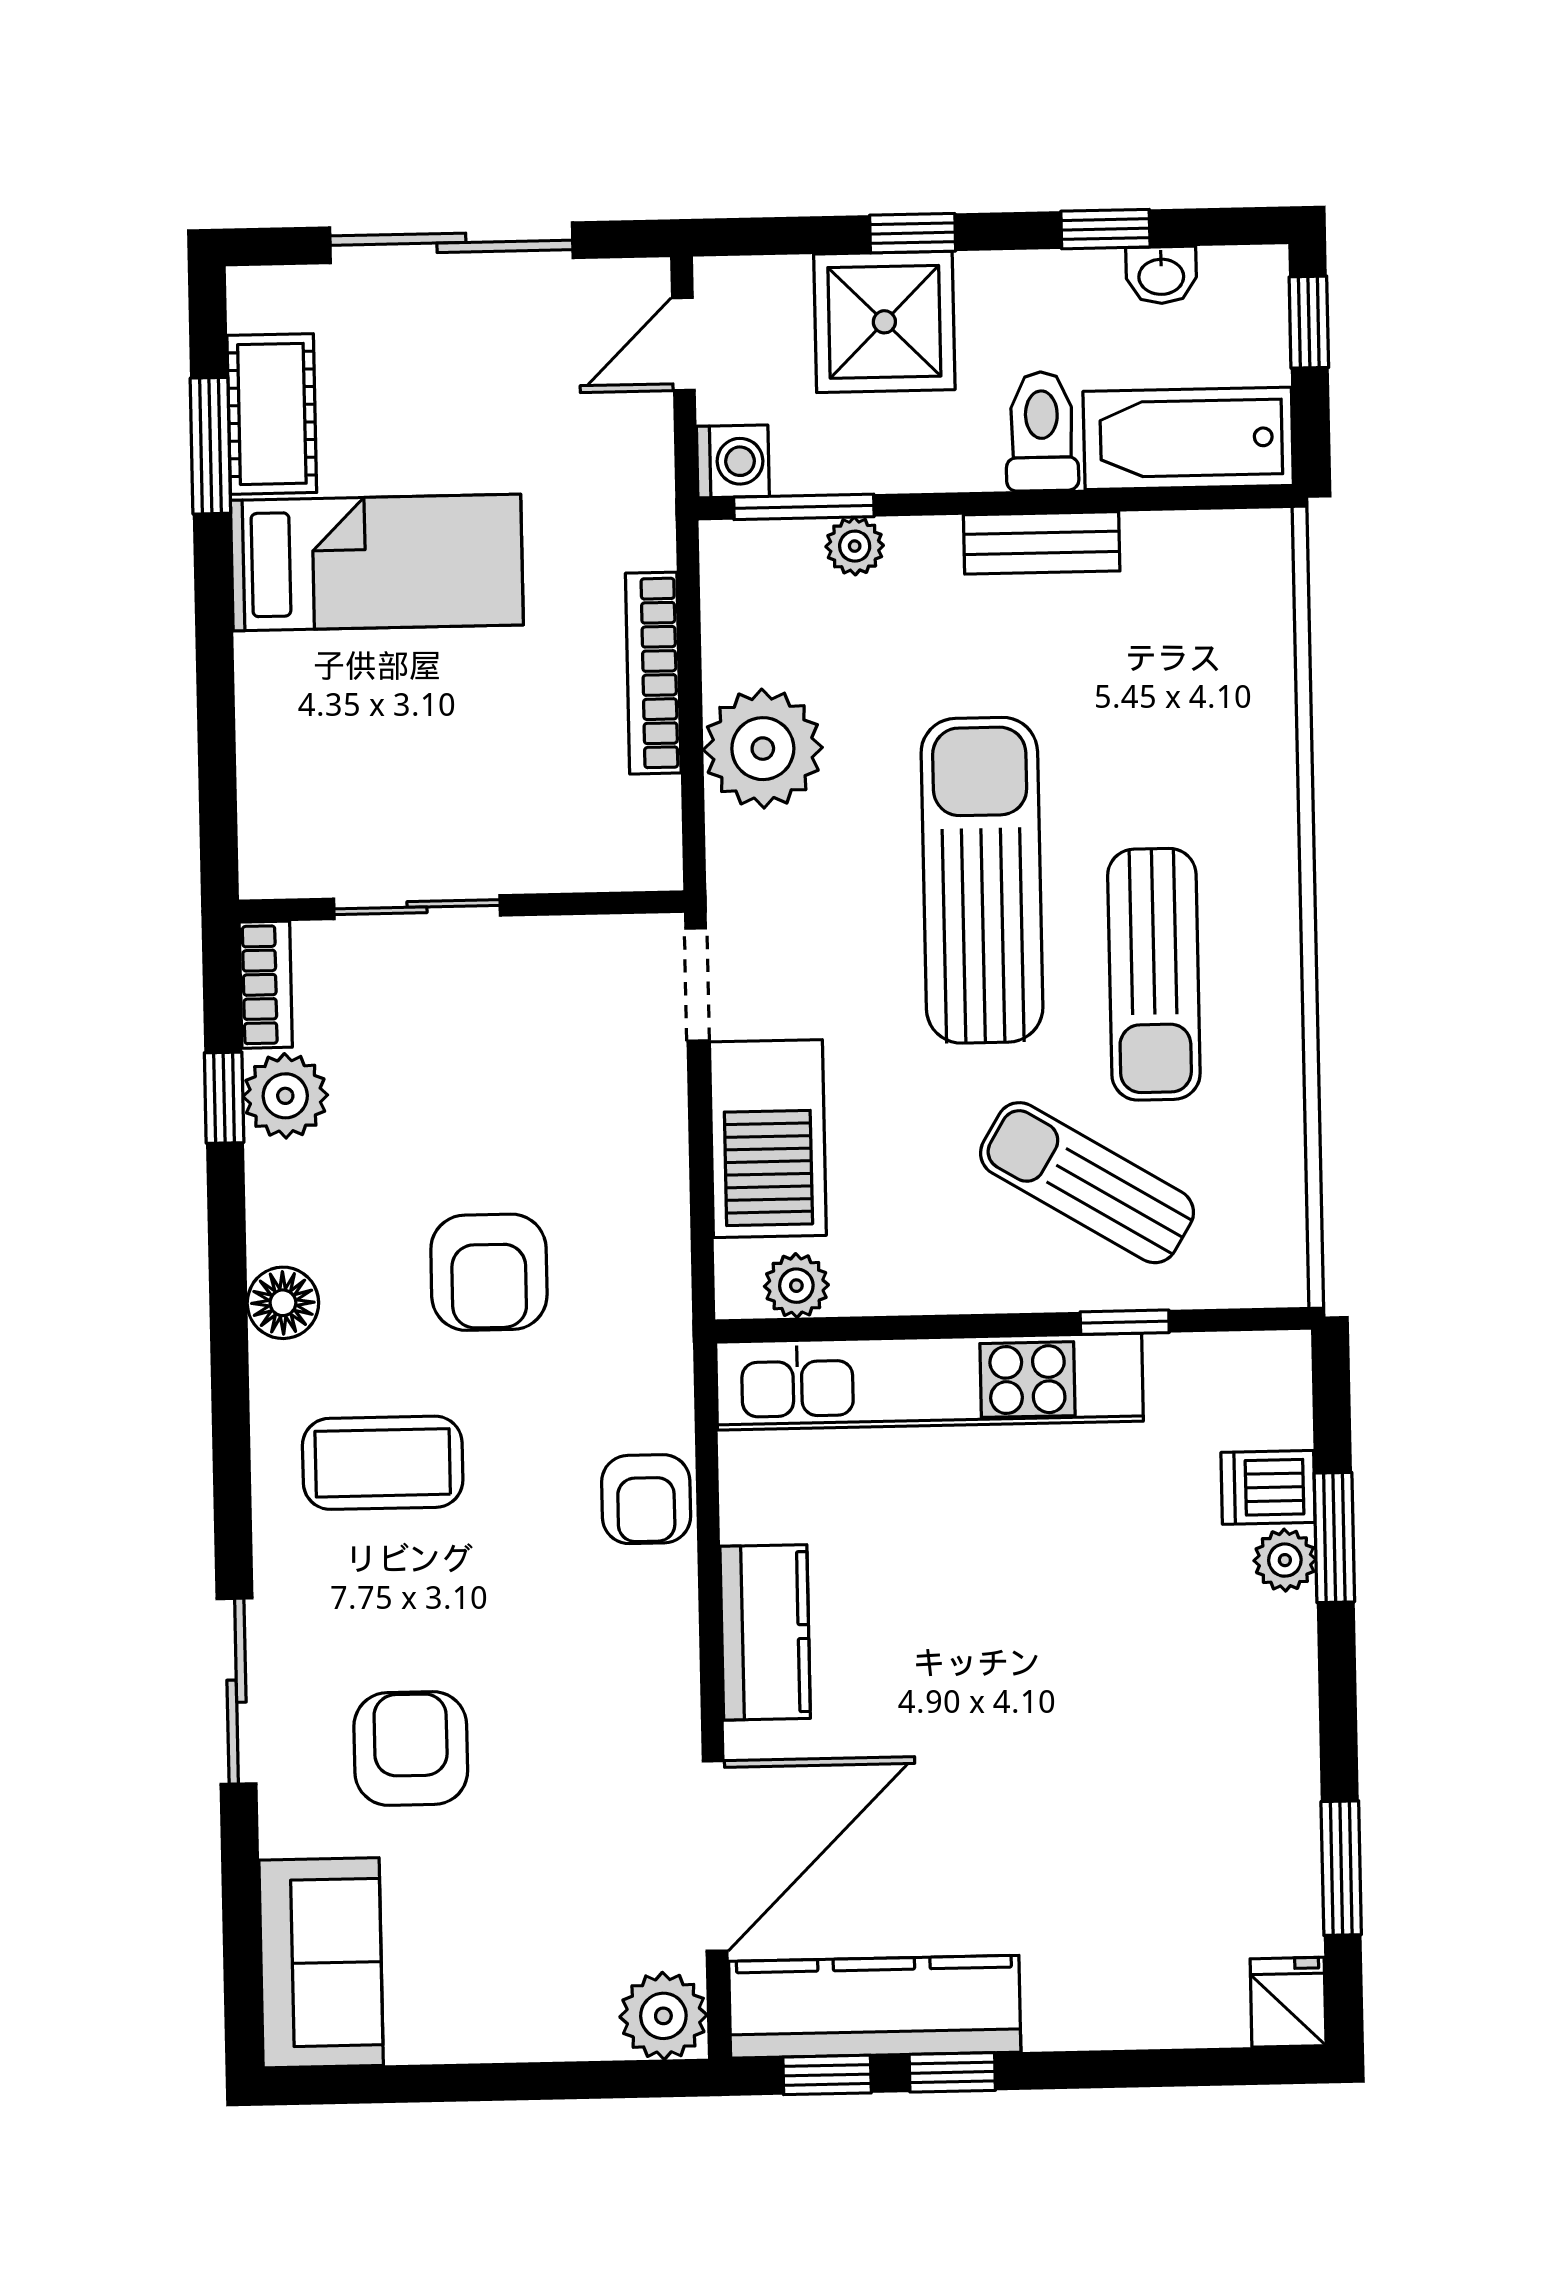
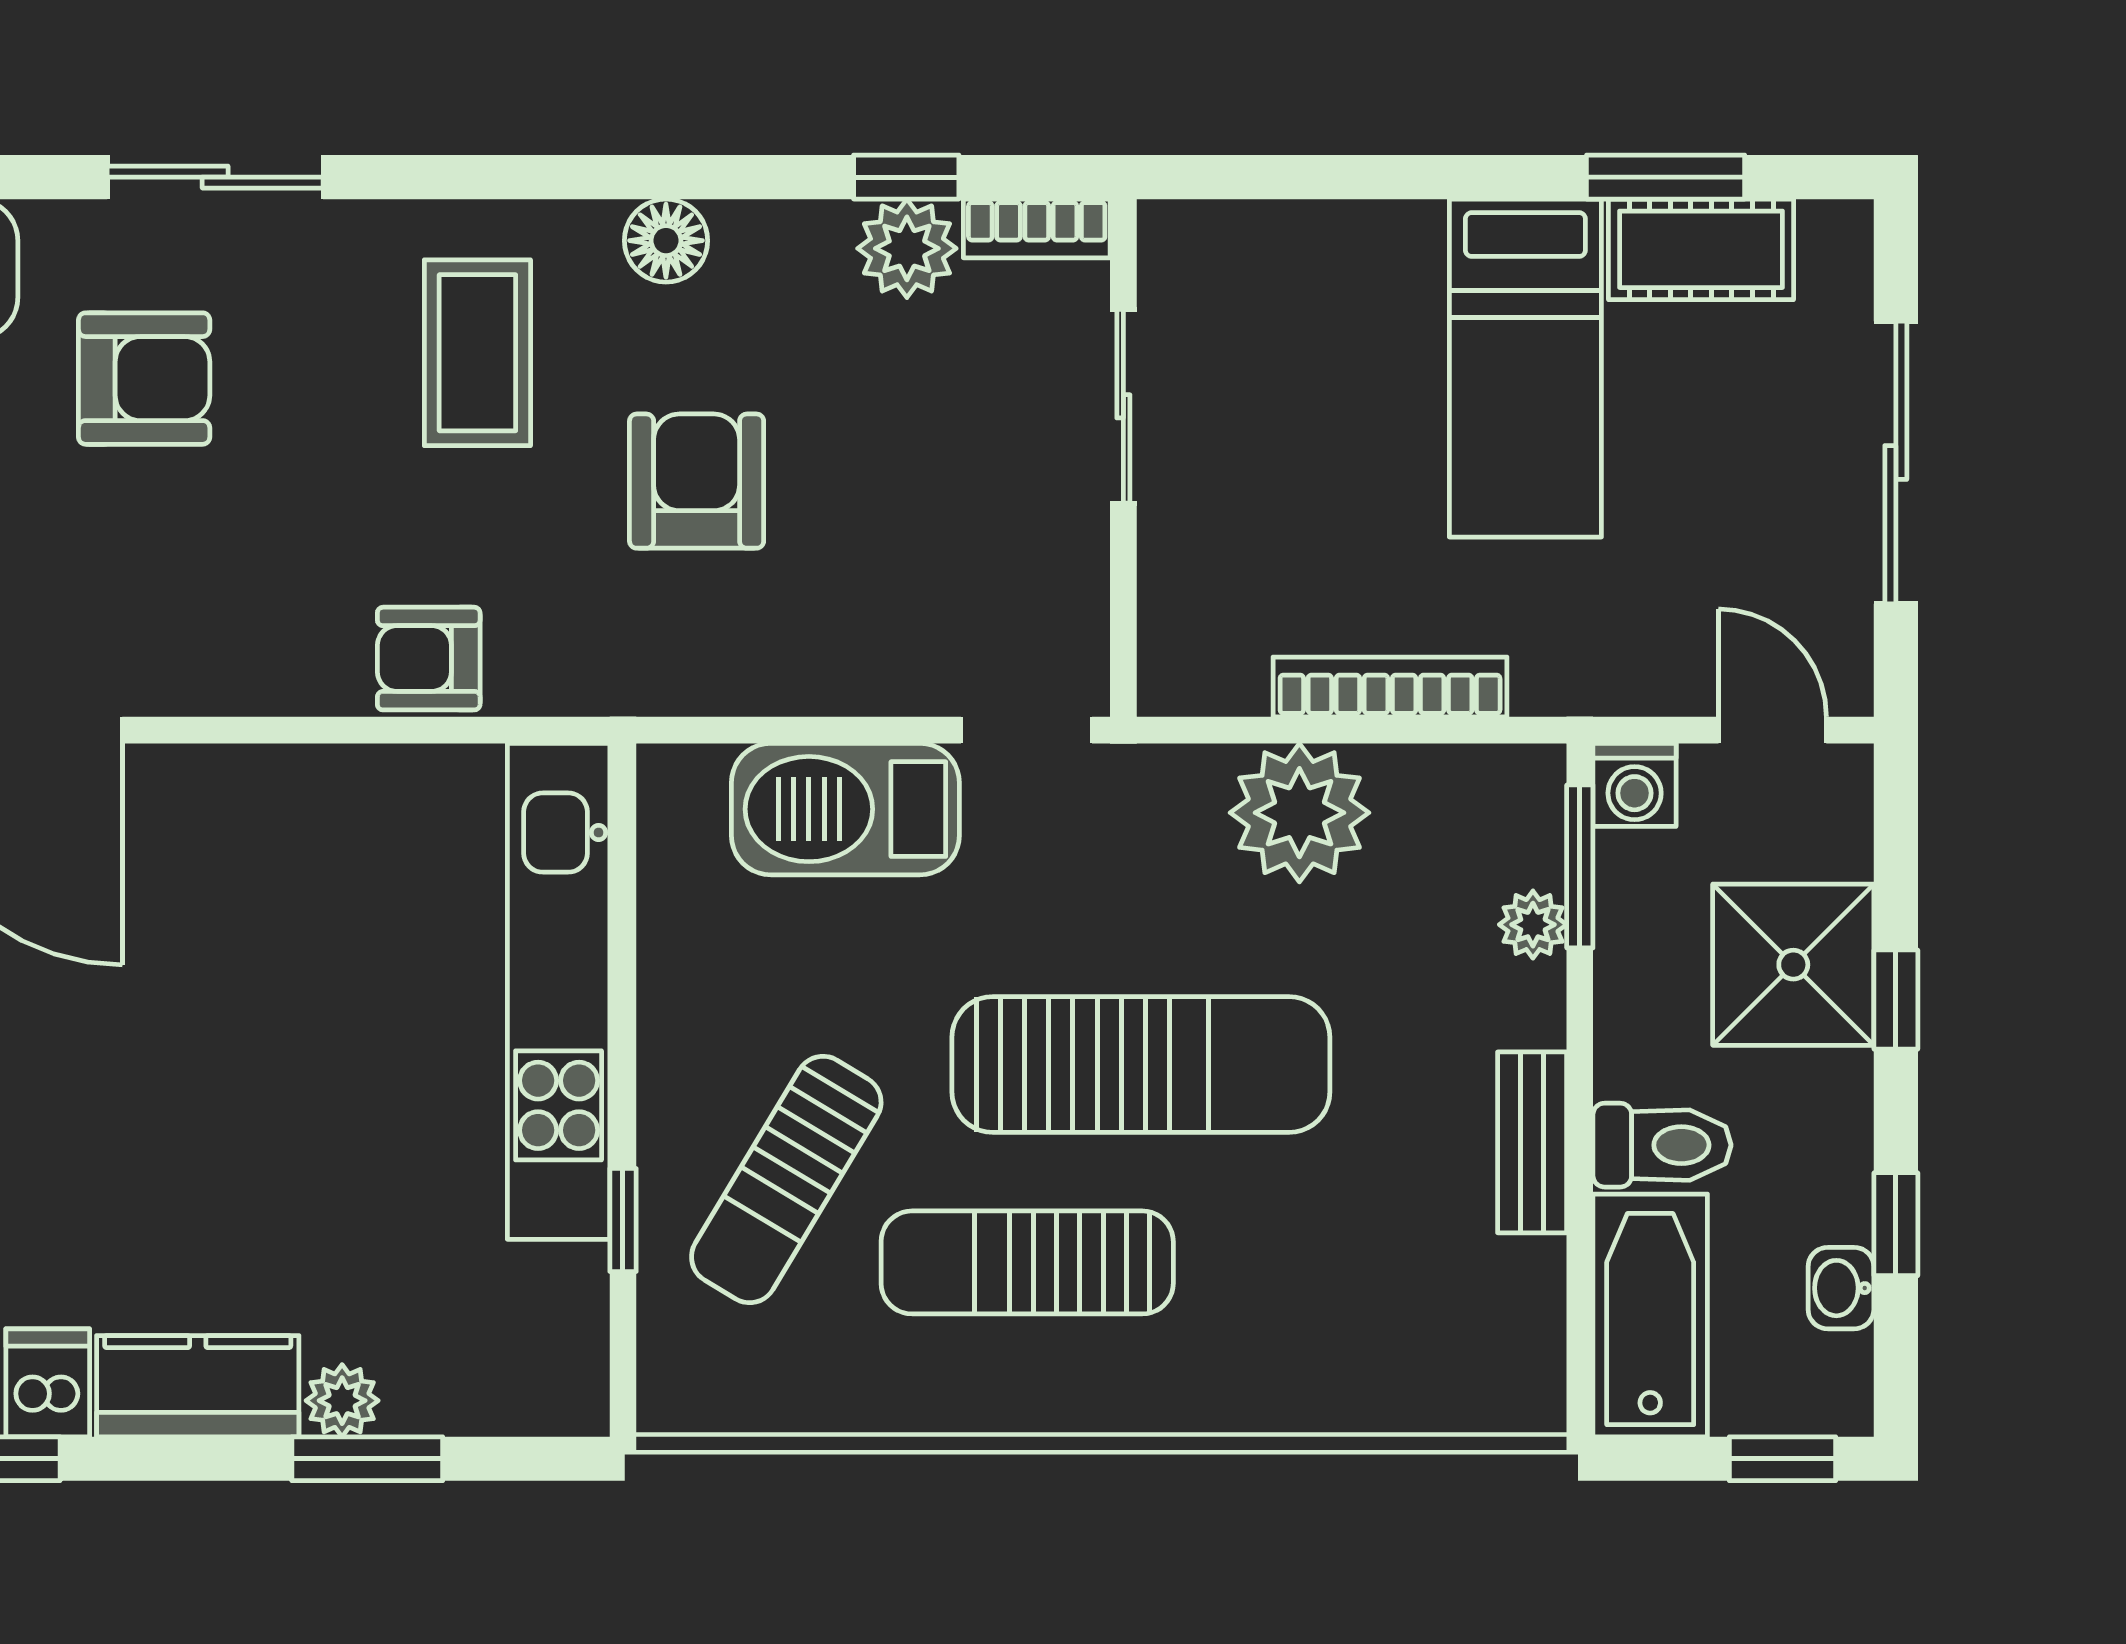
sun lounger: (1087, 1183) -> (786, 1180), turned 180
armchair: (489, 1272) -> (697, 481), turned 90
plant: (796, 1286) -> (674, 839), removed
dishwasher: (1268, 1487) -> (48, 1383), moved
kitchen counter: (765, 1632) -> (198, 1386), moved, turned 180

